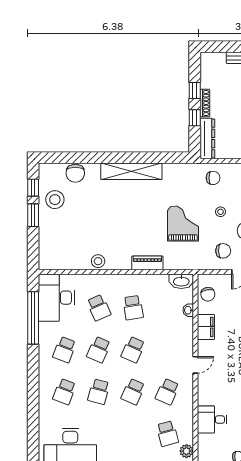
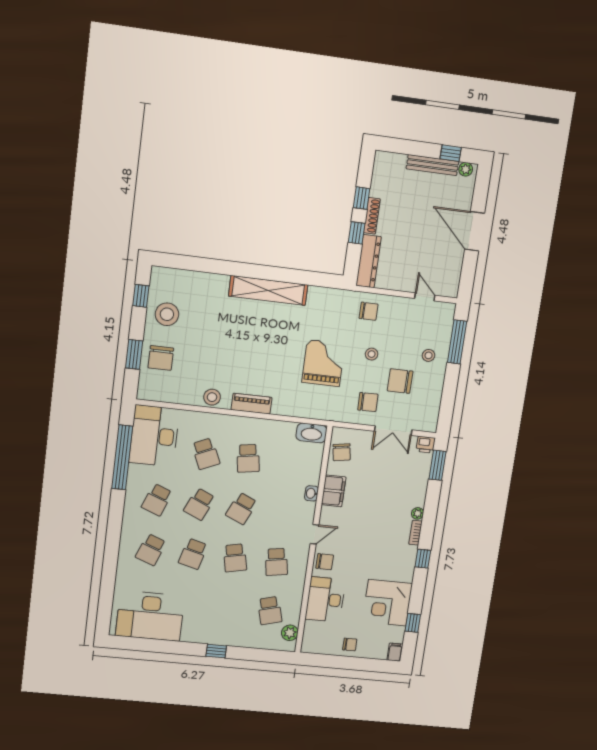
chair: (75, 173) -> (161, 358), moved
window: (33, 215) -> (134, 354), moved
piano: (147, 263) -> (252, 404), moved
washbasin: (188, 310) -> (312, 493), moved
chair: (207, 387) -> (325, 562), added
school desk: (133, 392) -> (235, 558), turned -36
school desk: (167, 392) -> (276, 562), turned -33
desk: (212, 420) -> (325, 599), width x1.37

